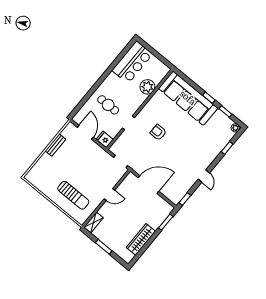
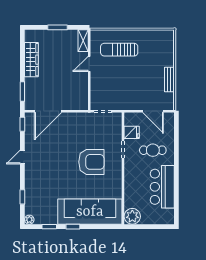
bar counter: (132, 62) -> (162, 187), moved
plant: (147, 87) -> (132, 216), moved
armchair: (158, 132) -> (91, 162), width x1.88, depth x1.88
fridge: (105, 139) -> (132, 132), moved
door: (204, 176) -> (22, 157), hinge flipped
door: (149, 185) -> (48, 111), moved
door: (109, 194) -> (89, 64), moved

